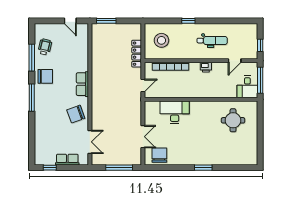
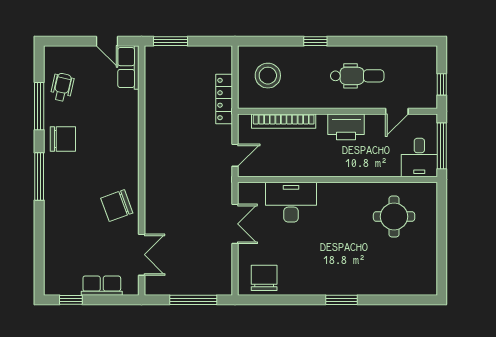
printer: (206, 67) -> (346, 127), width x1.87, depth x1.48
row of seats: (82, 84) -> (128, 68), moved
double door: (143, 137) -> (235, 224), moved

